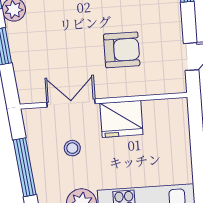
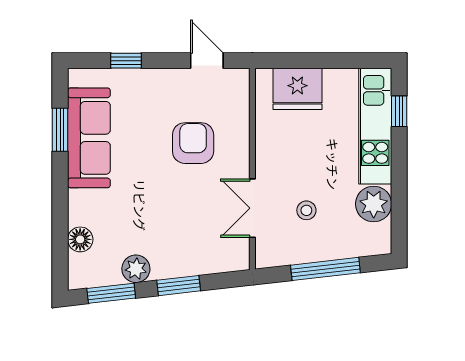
fridge: (121, 119) -> (297, 89), moved, turned 90

